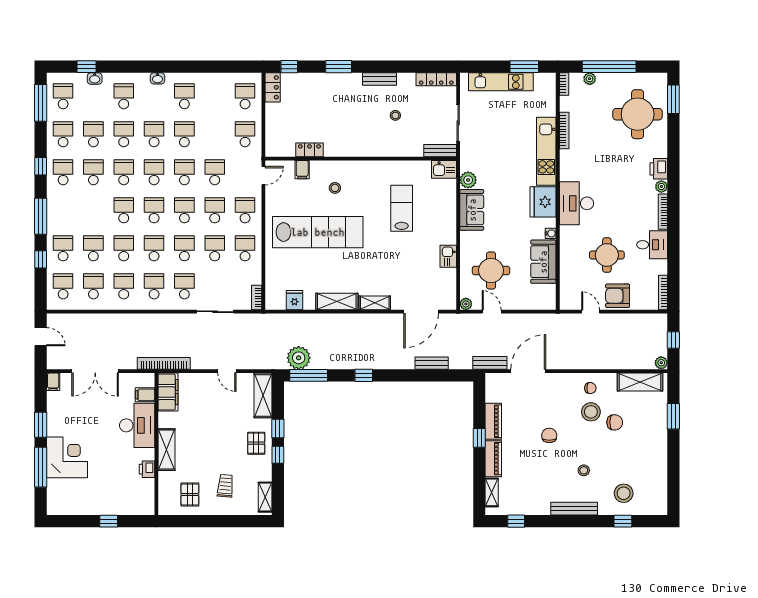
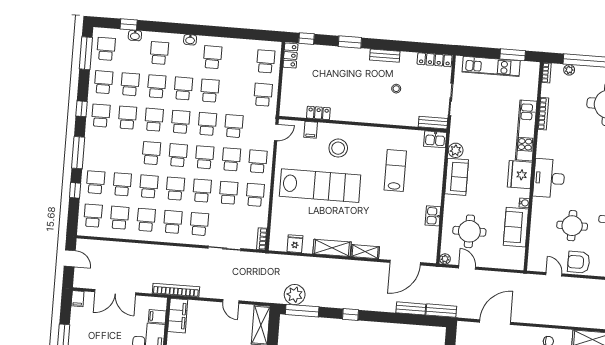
stool: (335, 188) -> (338, 148), width x1.89, depth x1.89
bench: (490, 363) -> (441, 311), moved

